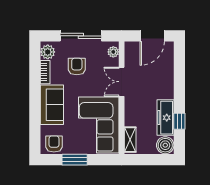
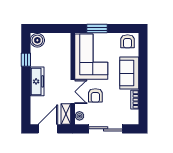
plant: (48, 52) -> (133, 116), removed
armchair: (77, 66) -> (95, 95), moved
freezer: (166, 118) -> (37, 81), moved
shelving: (130, 140) -> (66, 114), moved
window: (75, 160) -> (97, 29), moved

